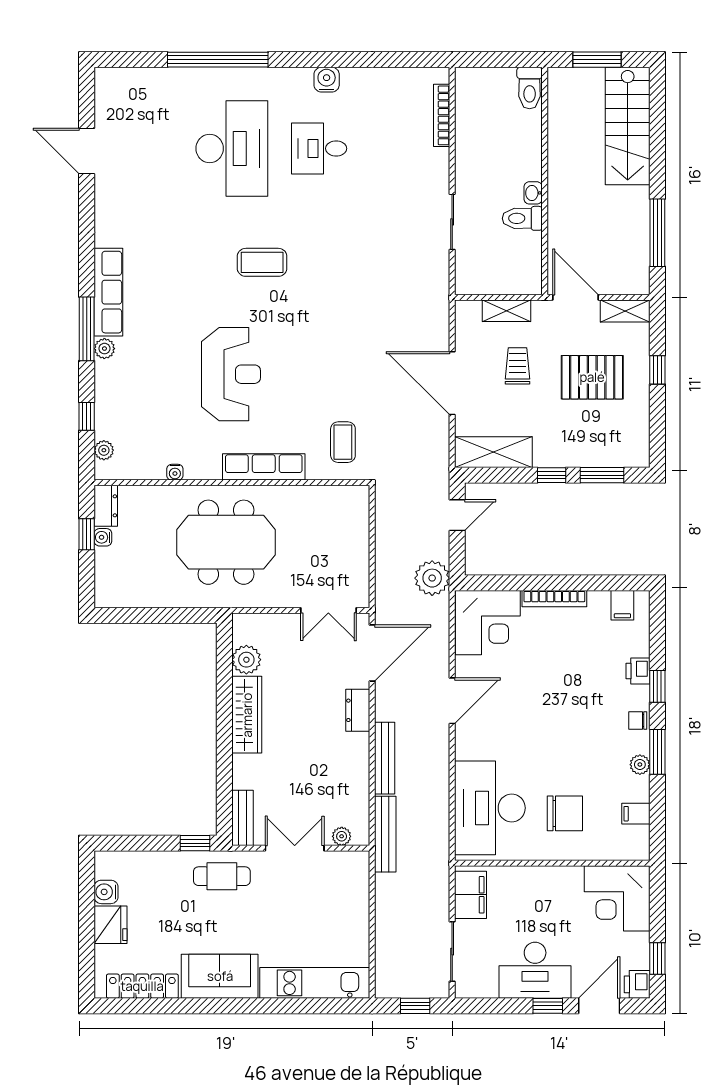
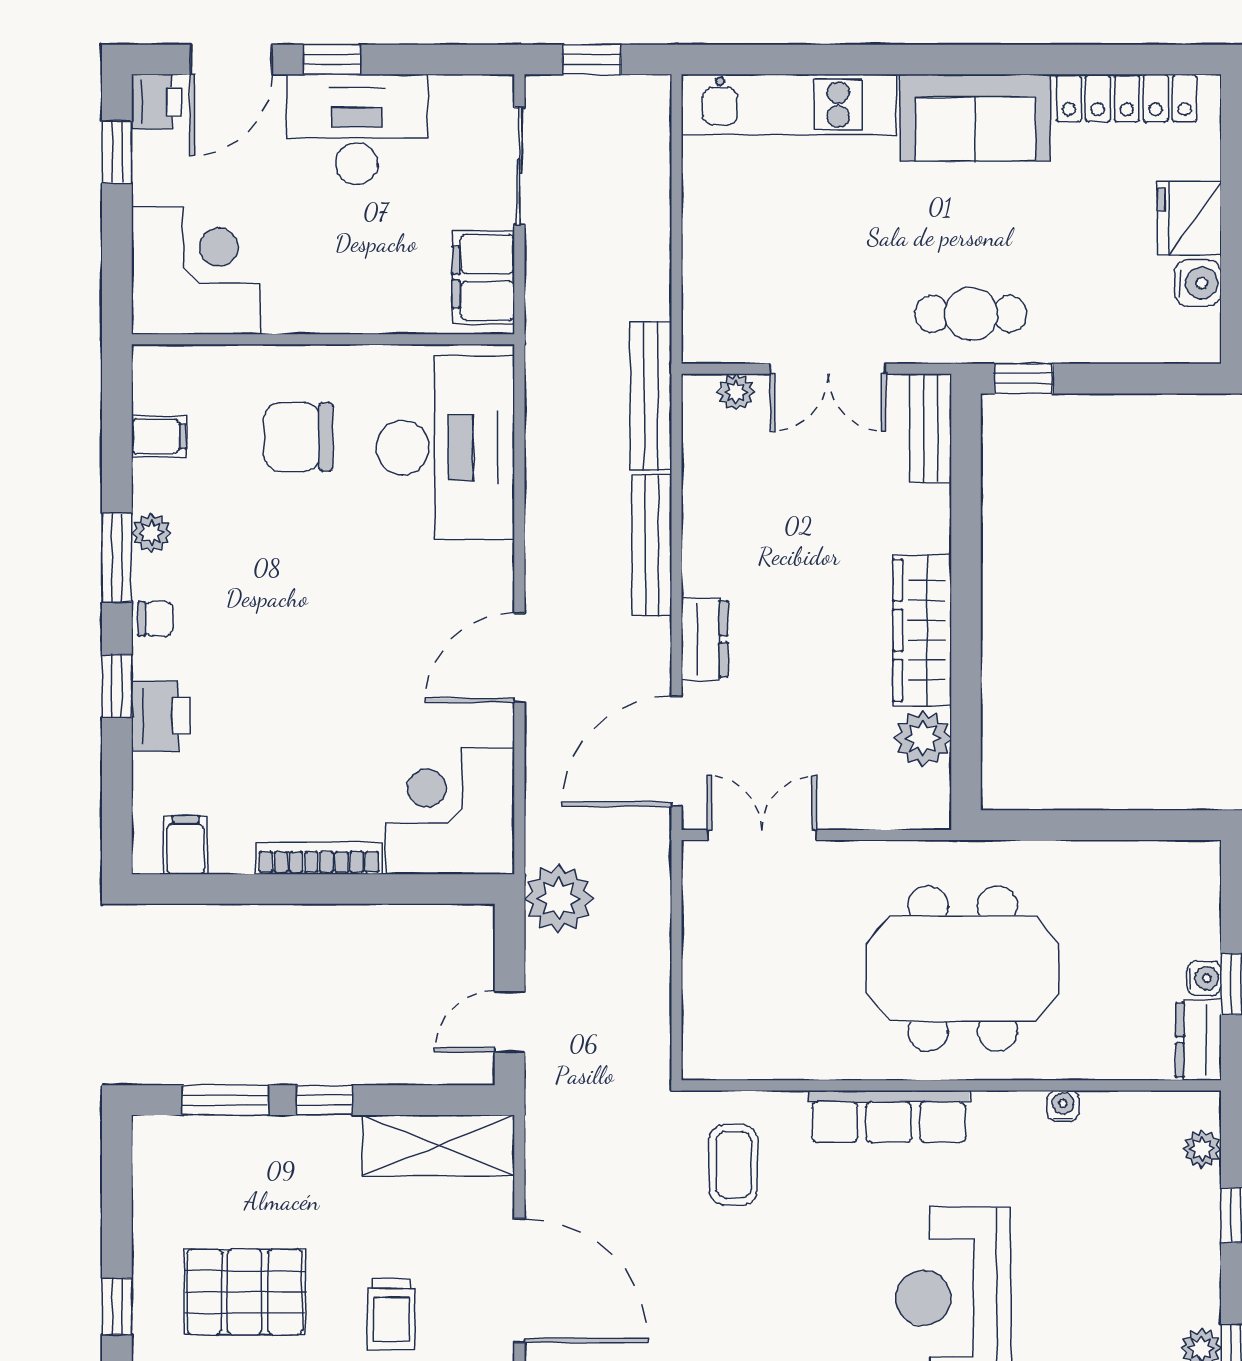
printer: (638, 671) -> (161, 716), width x1.36, depth x1.24

